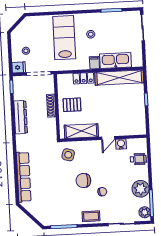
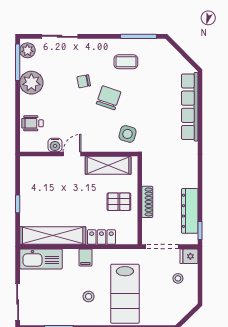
kitchen sink: (115, 60) -> (41, 259), moved
dresser: (21, 117) -> (190, 211), moved
chair: (83, 181) -> (109, 98), turned -71
coffee table: (91, 216) -> (126, 62), moved

